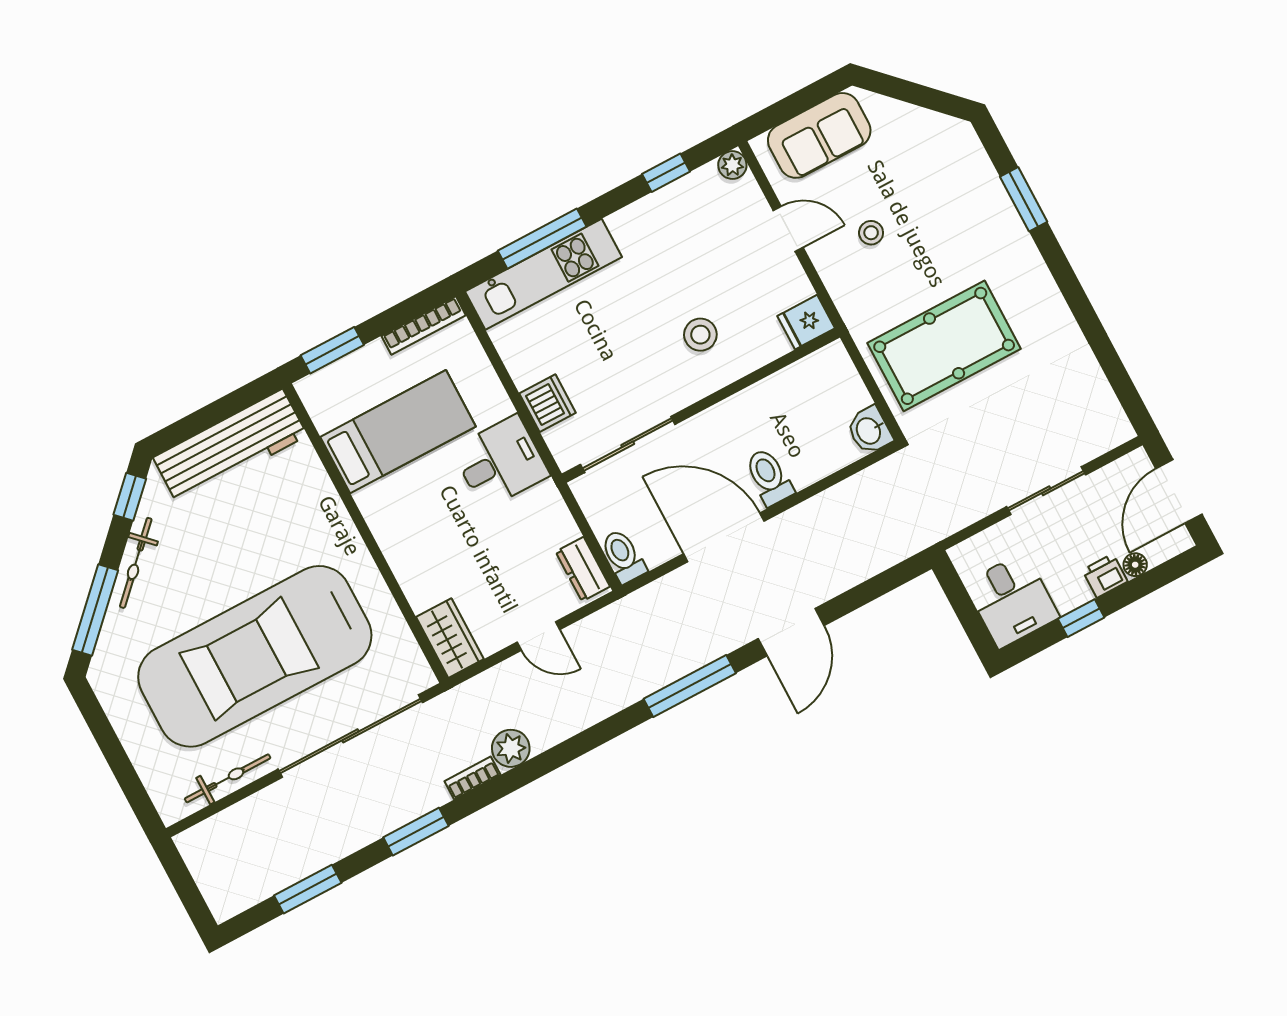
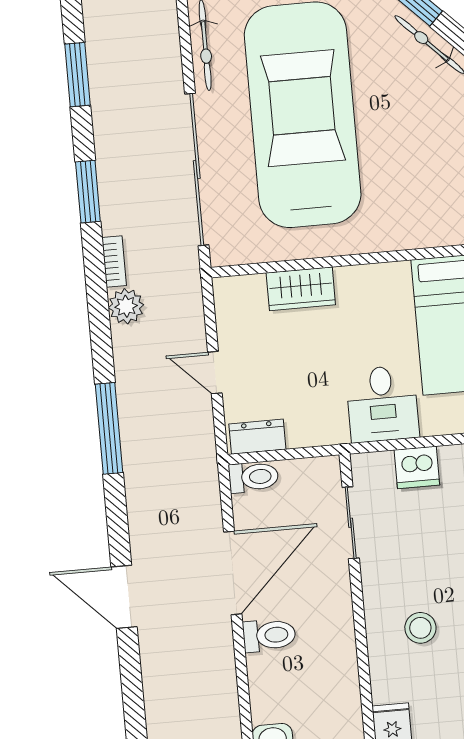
sliding door: (628, 444) -> (351, 523), width x0.73
door: (538, 636) -> (215, 373), hinge flipped
wardrobe: (450, 638) -> (301, 289), moved
window: (690, 686) -> (109, 428), moved

